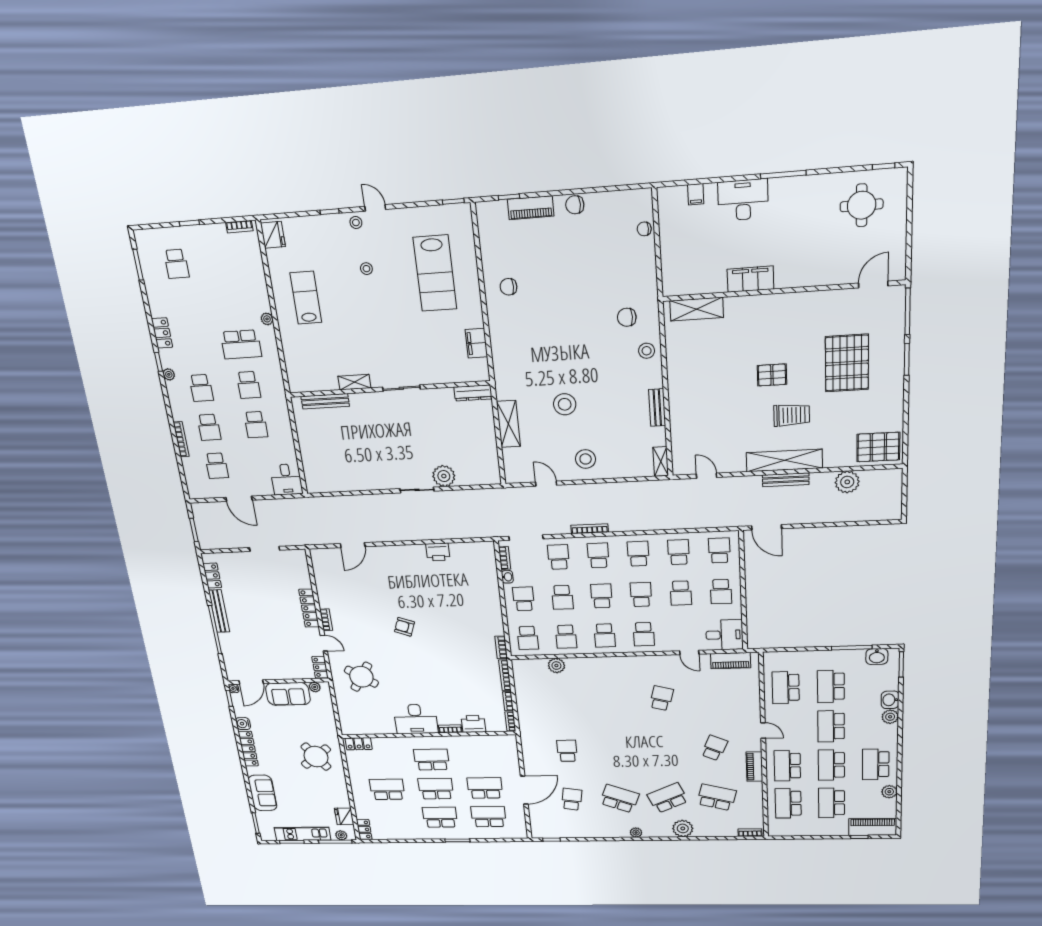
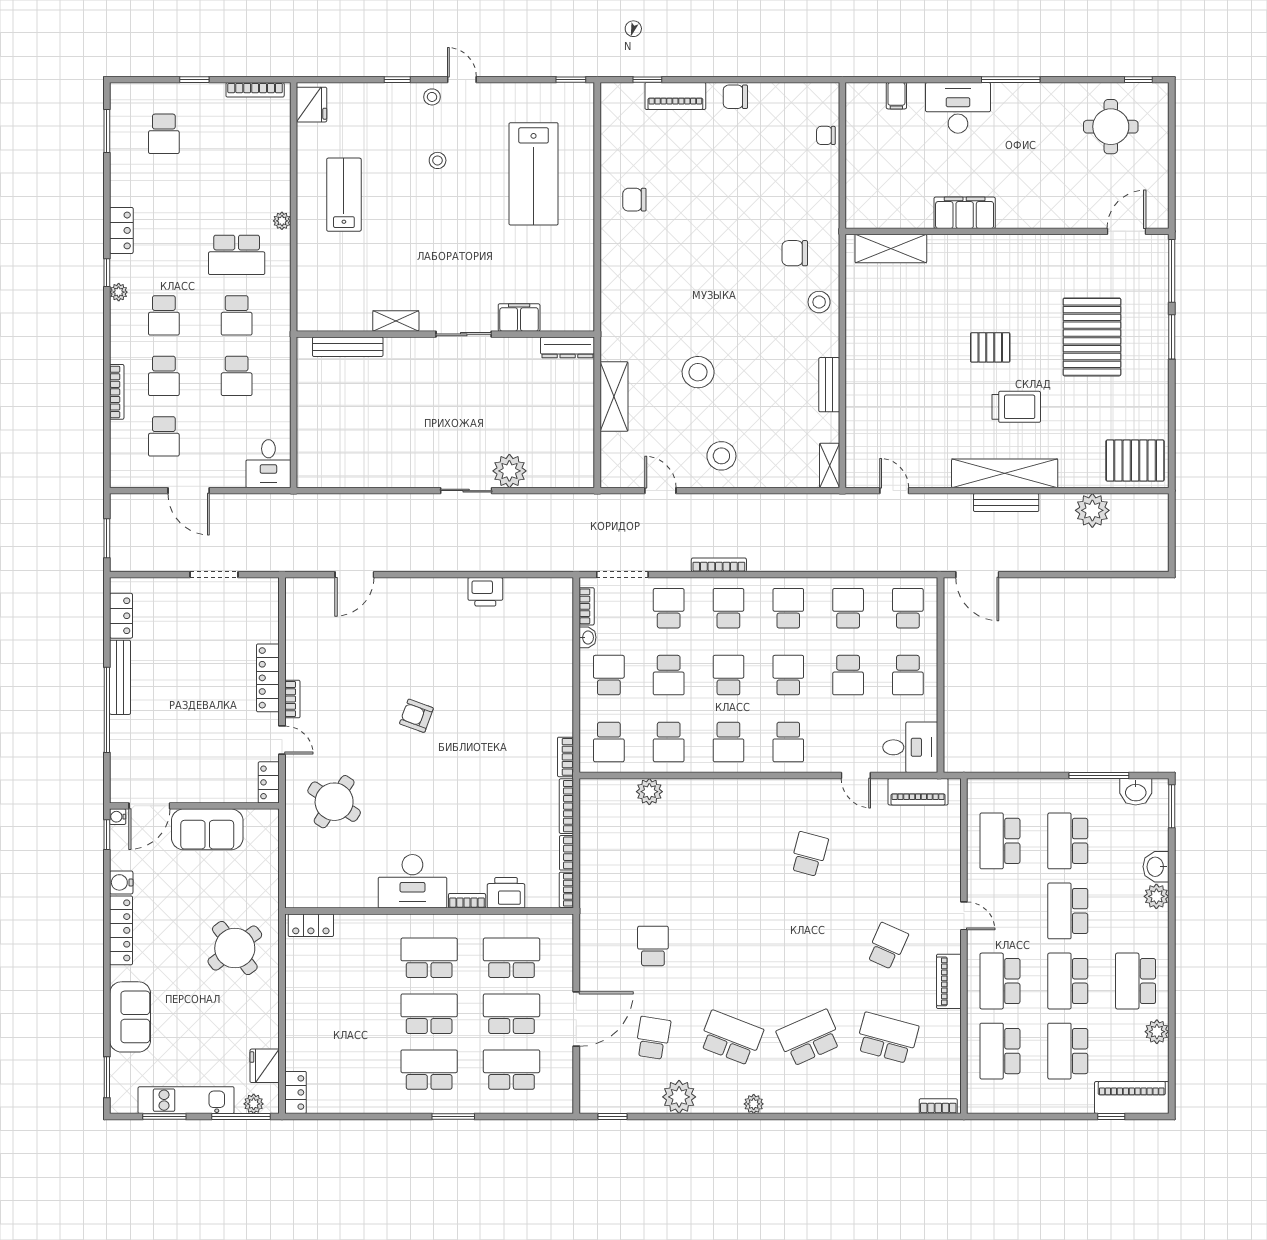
bookcase: (239, 227) -> (255, 90), width x1.56
filing cabinet: (476, 343) -> (519, 318), moved, turned 90
plant: (315, 687) -> (254, 818), removed
school desk: (387, 789) -> (512, 958), moved
plant: (683, 828) -> (679, 1097), moved

